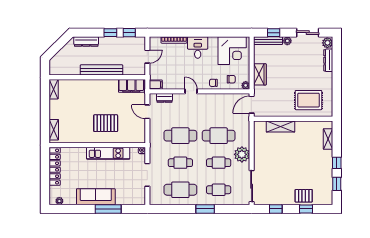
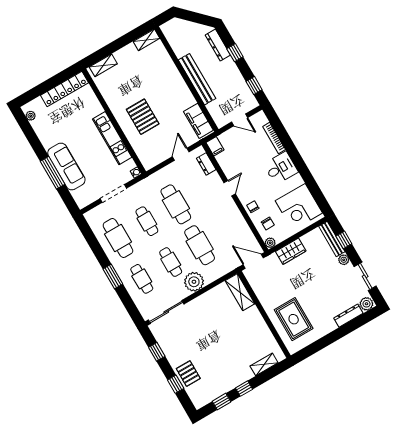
window: (110, 33) -> (235, 53), moved
shelving: (280, 126) -> (240, 292), moved
sofa: (96, 197) -> (66, 167), moved

